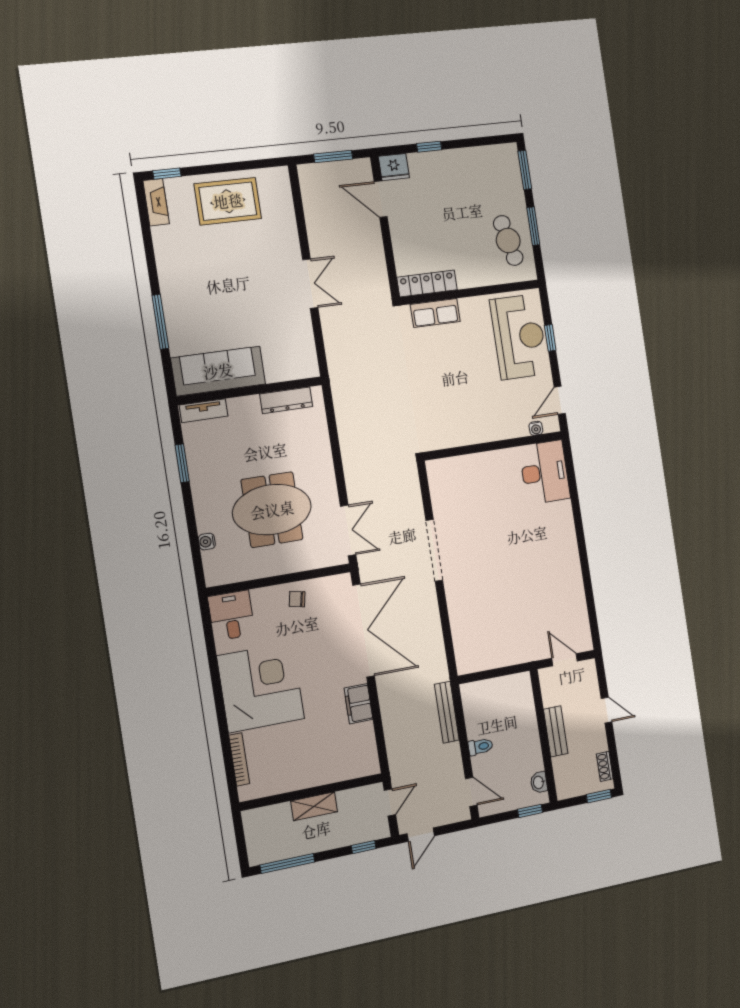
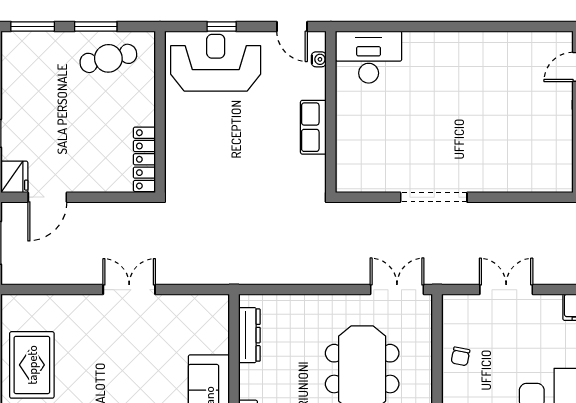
row of seats: (435, 313) -> (313, 127), moved, turned 180
double door: (363, 631) -> (506, 290), width x0.54

